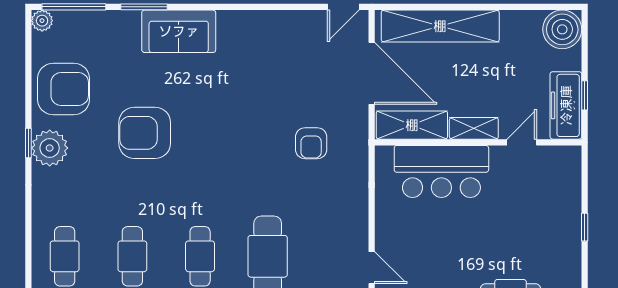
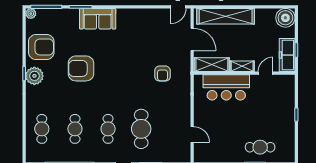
door: (372, 73) -> (192, 39), width x0.73

